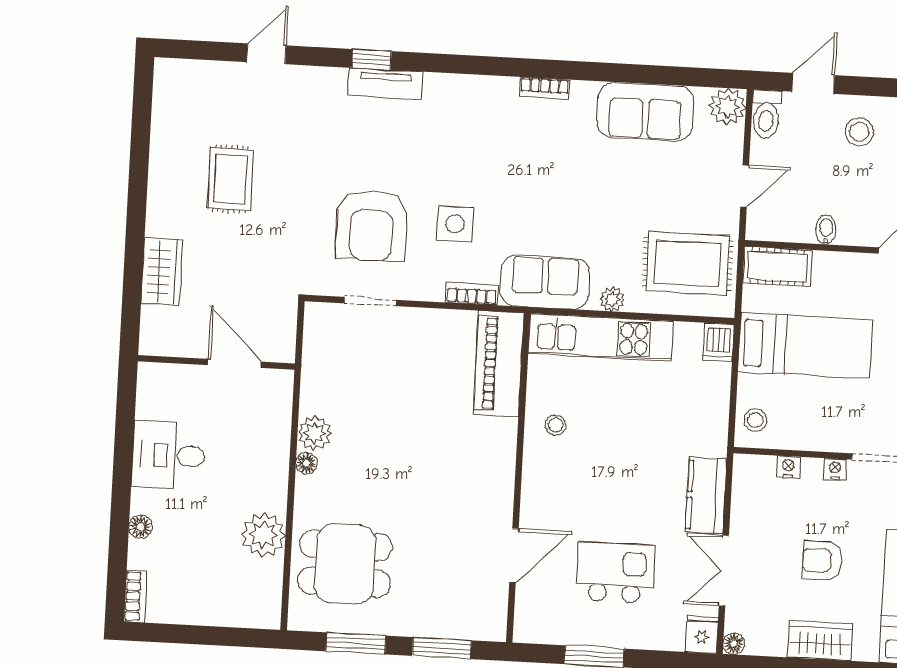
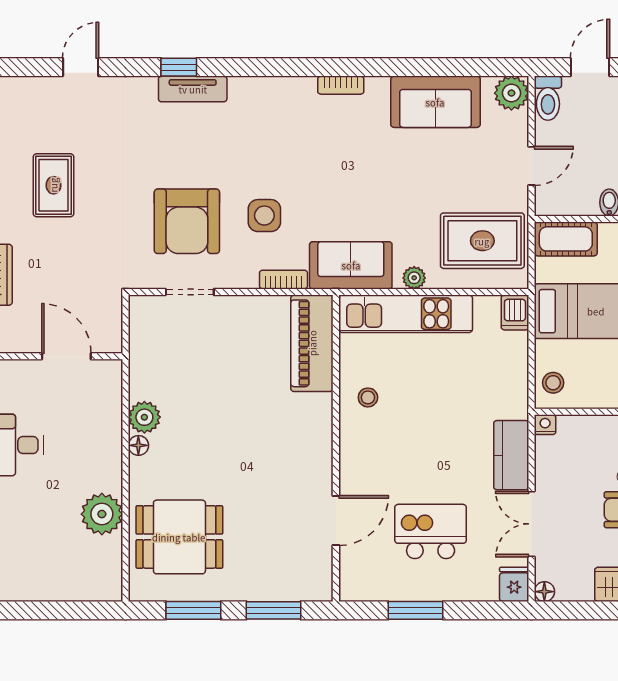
nightstand: (788, 467) -> (545, 425), moved

